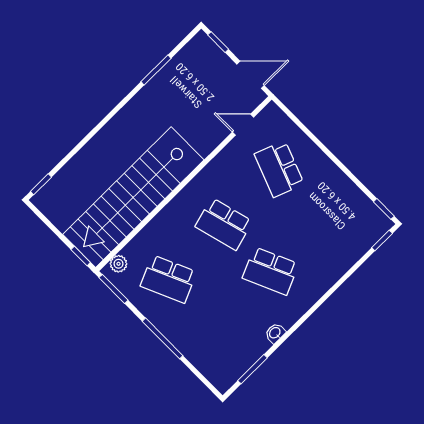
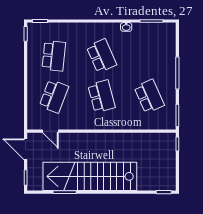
stairs: (133, 197) -> (90, 176), moved, turned 180
school desk: (326, 216) -> (54, 56), added
plant: (118, 264) -> (164, 124), removed

